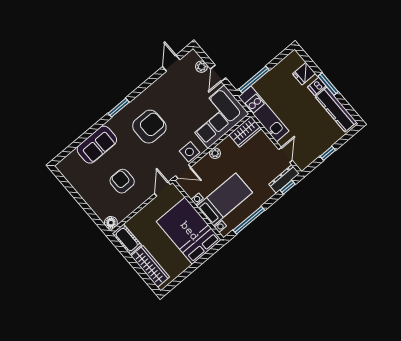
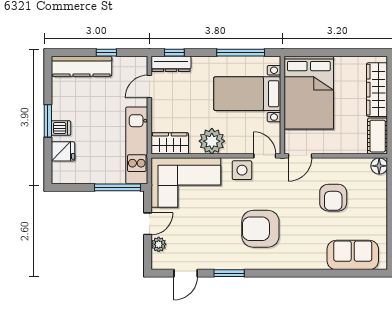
window: (119, 108) -> (229, 273), moved
kitchen counter: (336, 109) -> (81, 66), moved, turned 90
sofa: (97, 145) -> (353, 255), moved
plant: (215, 153) -> (212, 141), width x1.88, depth x1.88

